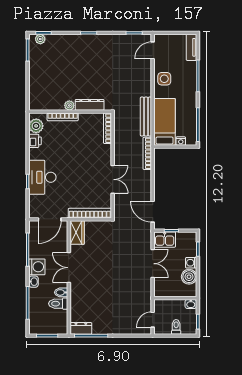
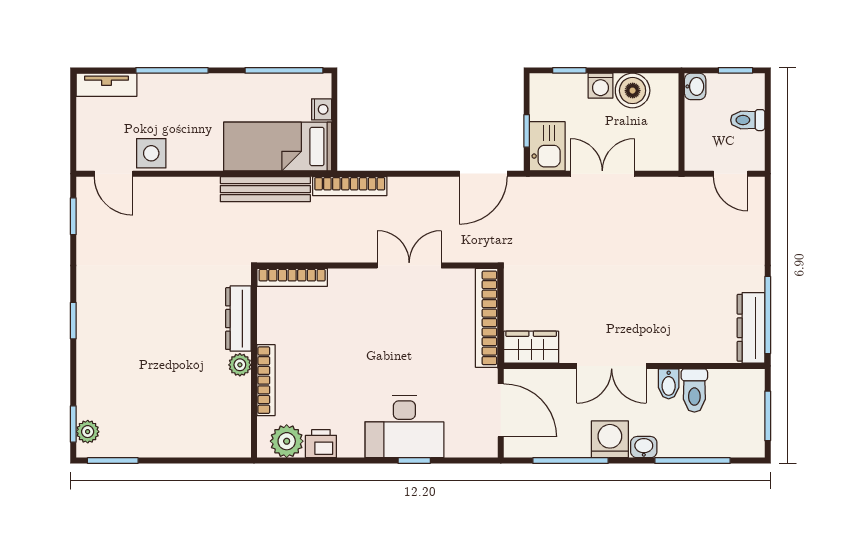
side table: (164, 79) -> (151, 153), moved
dresser: (81, 328) -> (751, 328), width x1.44

